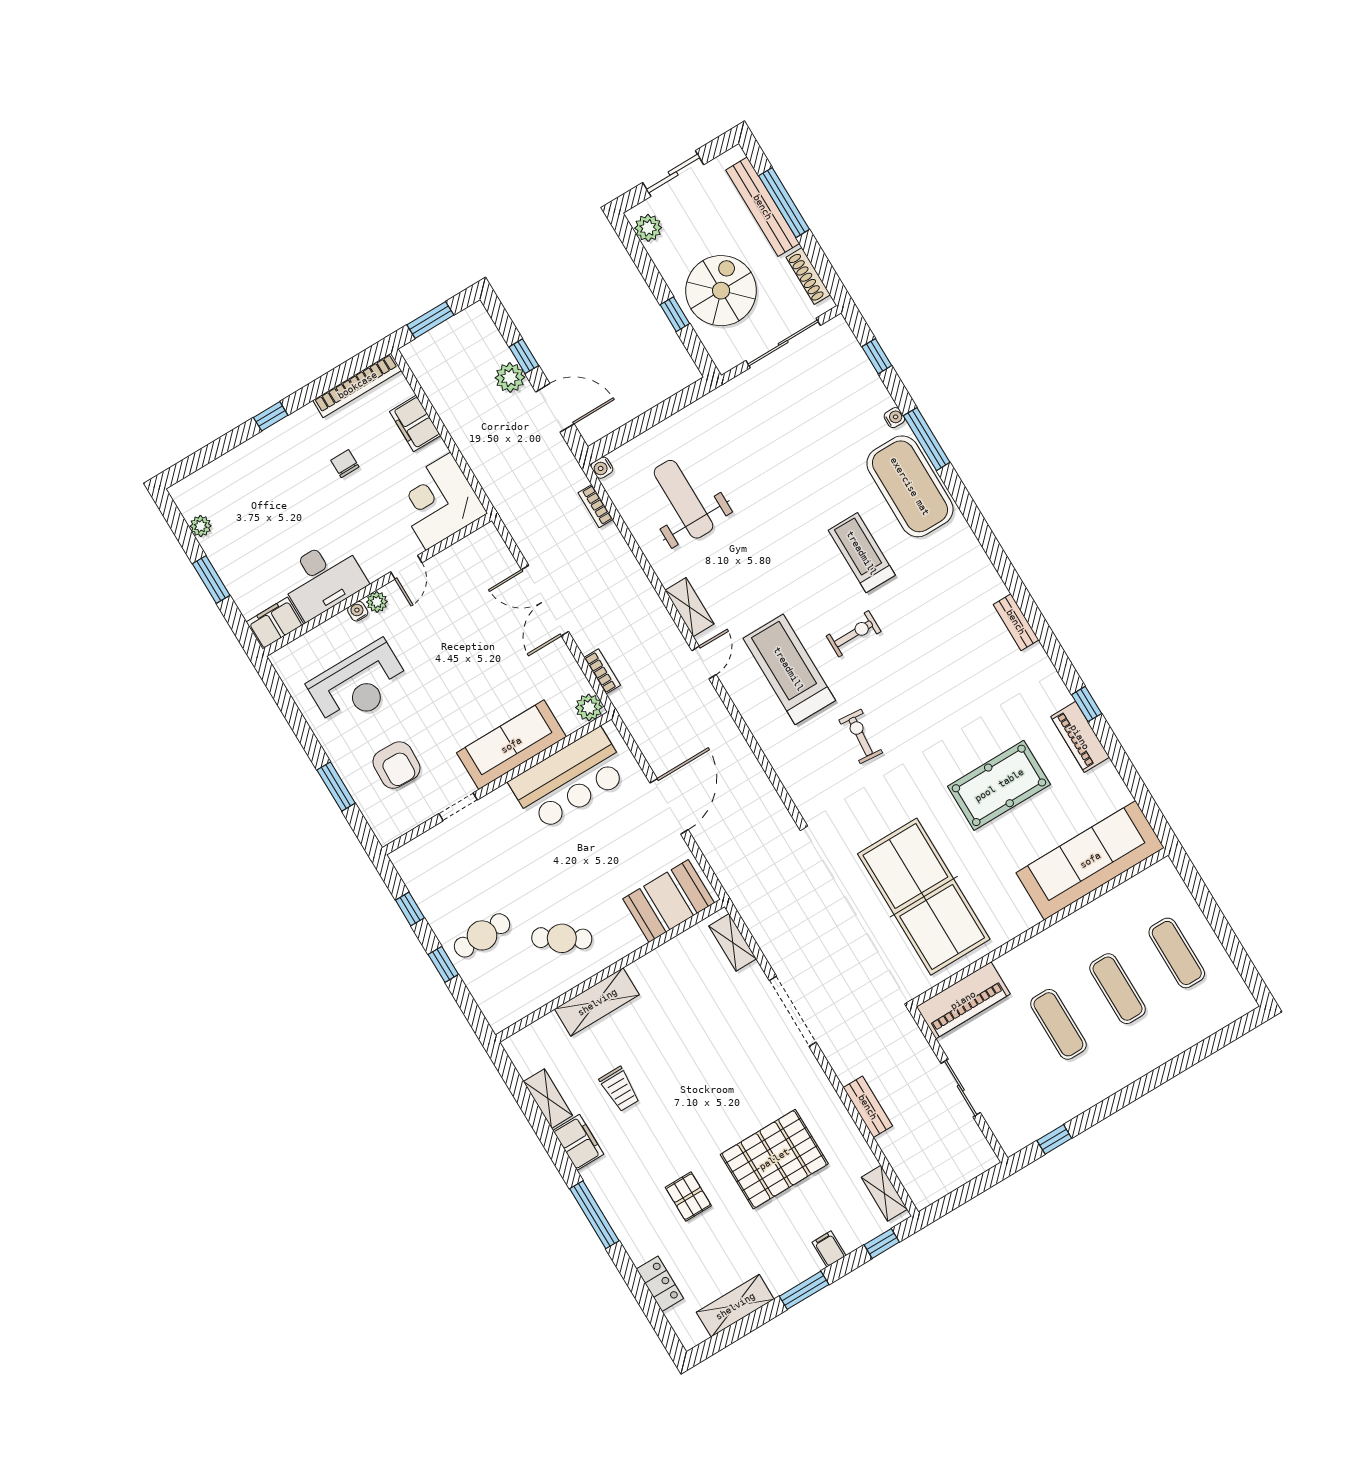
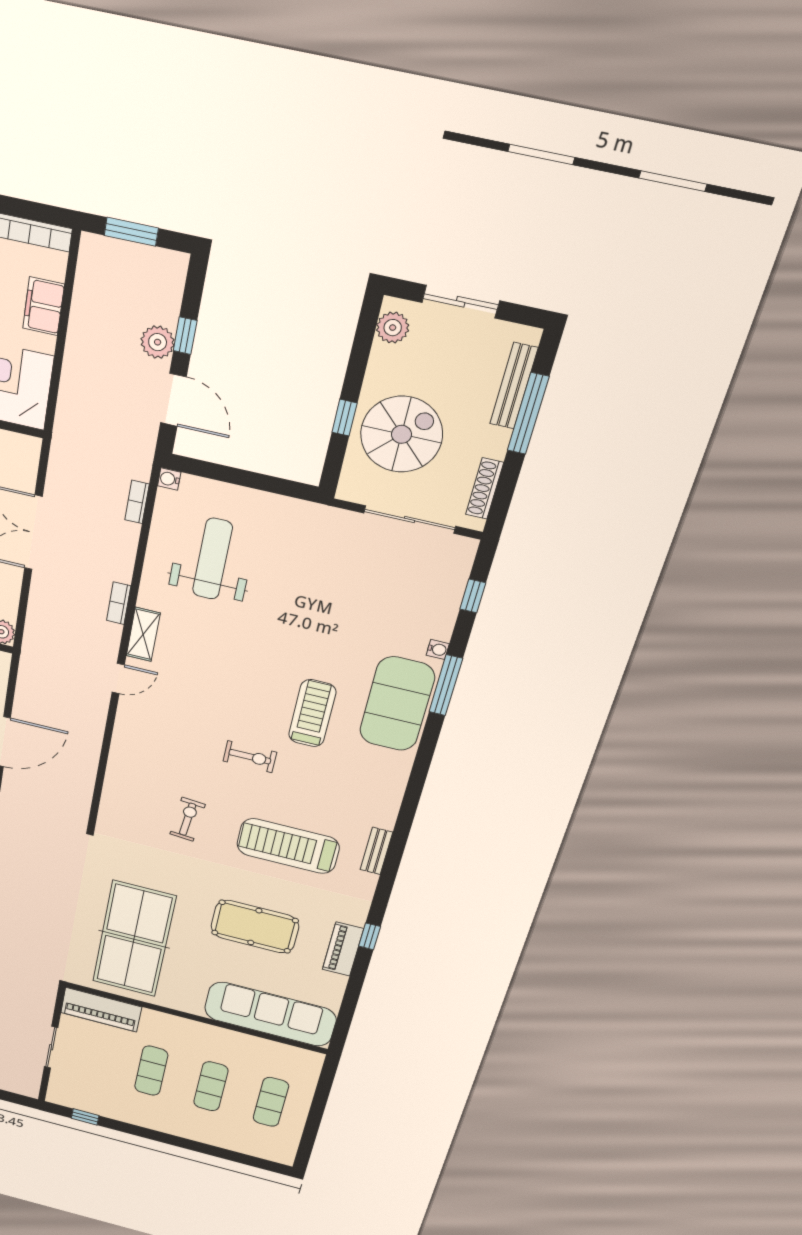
bench: (763, 207) -> (514, 386), width x0.73, depth x0.82
treadmill: (789, 669) -> (288, 846), moved, turned -90
bookcase: (602, 671) -> (119, 603), moved, turned 180

